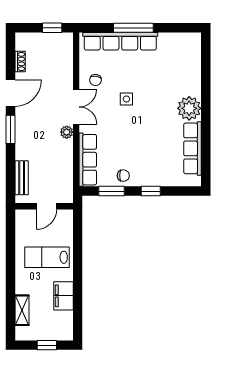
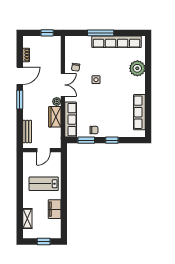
row of seats: (120, 41) -> (117, 42), moved
plant: (189, 108) -> (137, 68), moved
wardrobe: (64, 155) -> (55, 117), added

